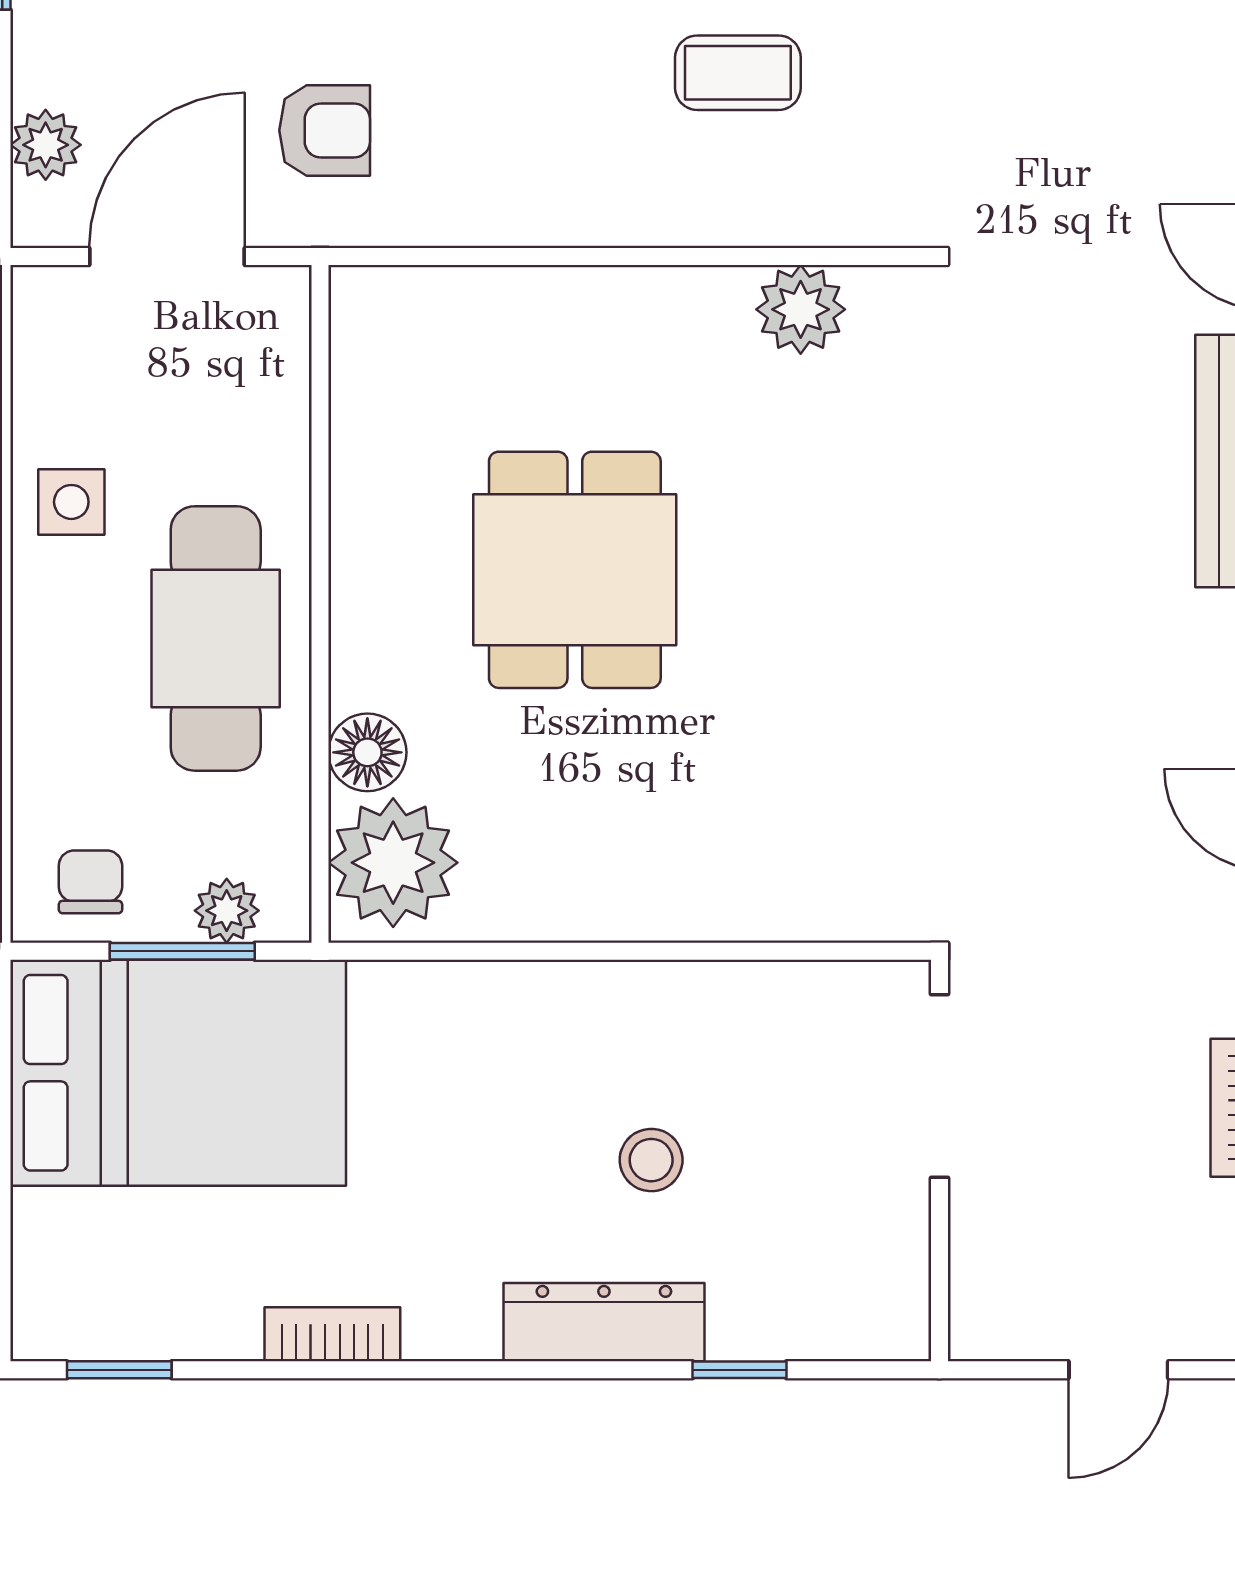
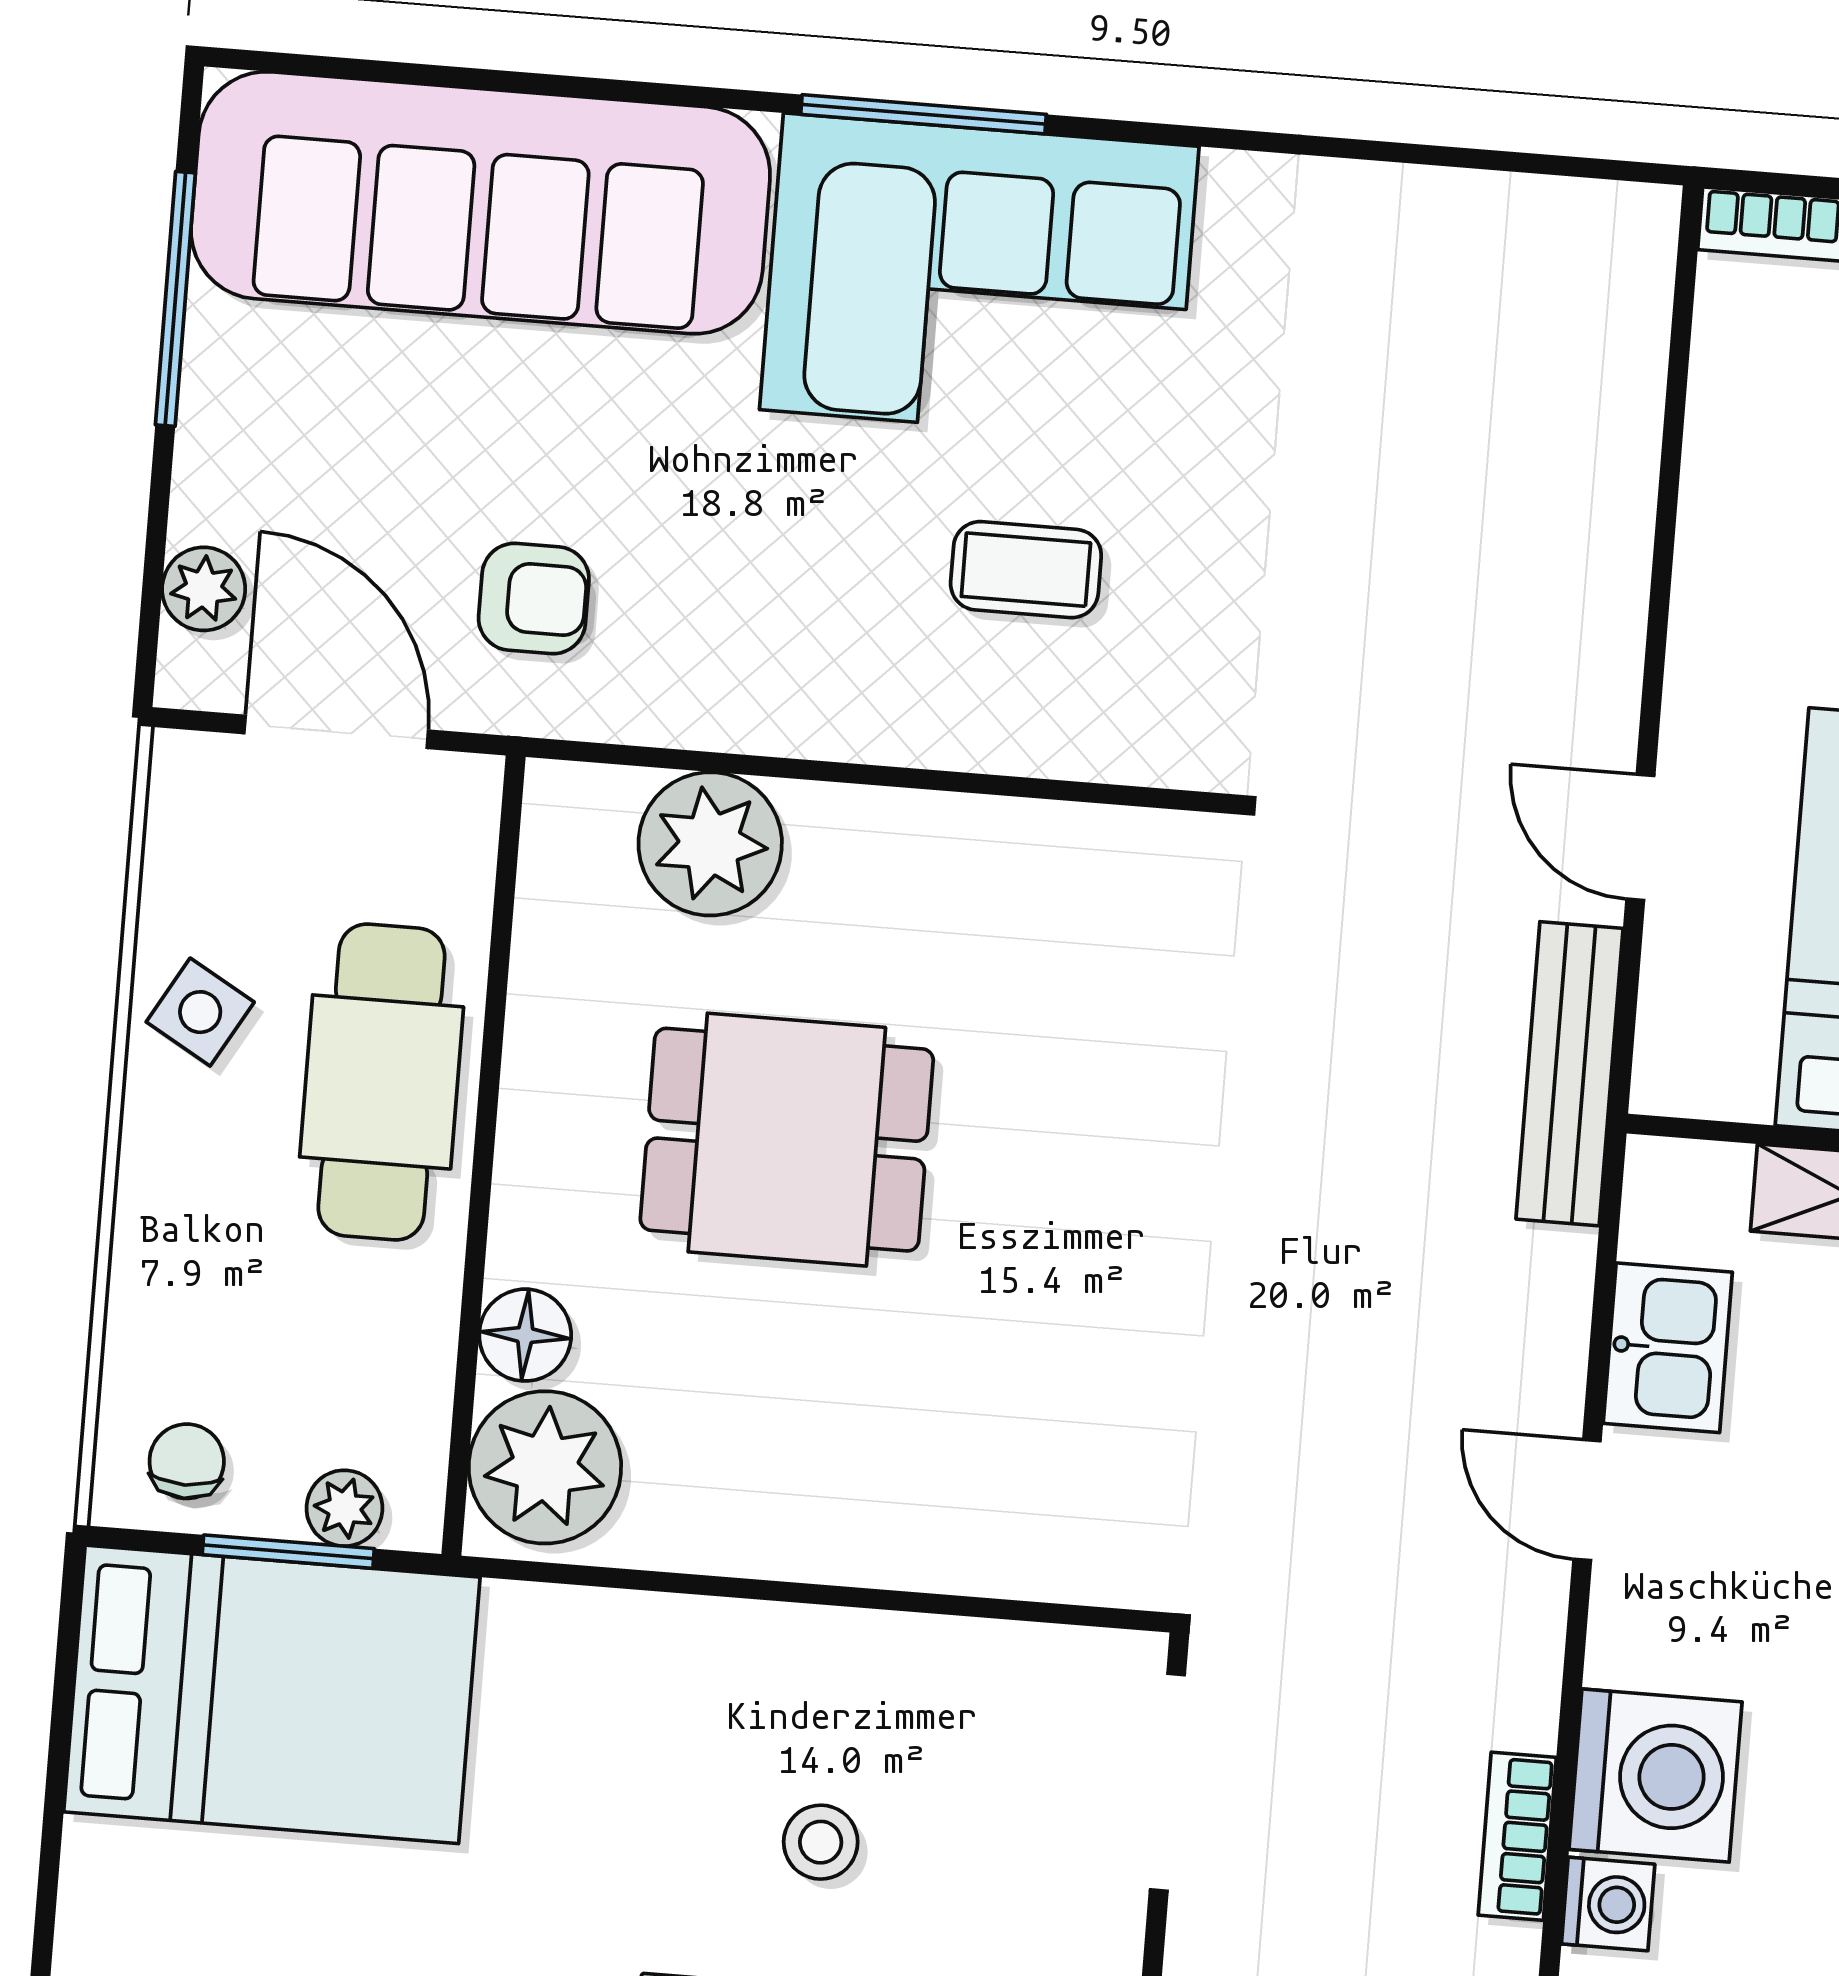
door: (167, 256) -> (336, 732), hinge flipped
plant: (801, 309) -> (710, 844), moved, width x1.36, depth x1.36
side table: (71, 502) -> (200, 1012), turned 30
dining table: (575, 570) -> (787, 1140), turned 90
cafe table: (216, 638) -> (382, 1082), moved

